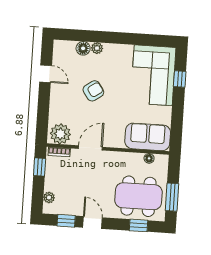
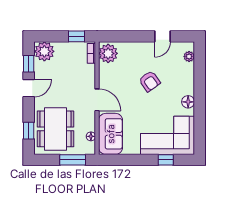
floor lamp: (83, 48) -> (188, 102), moved
plant: (97, 48) -> (189, 56), moved
door: (90, 148) -> (97, 100), moved
window: (172, 197) -> (73, 160), moved
plant: (49, 198) -> (44, 51), width x1.87, depth x1.87

